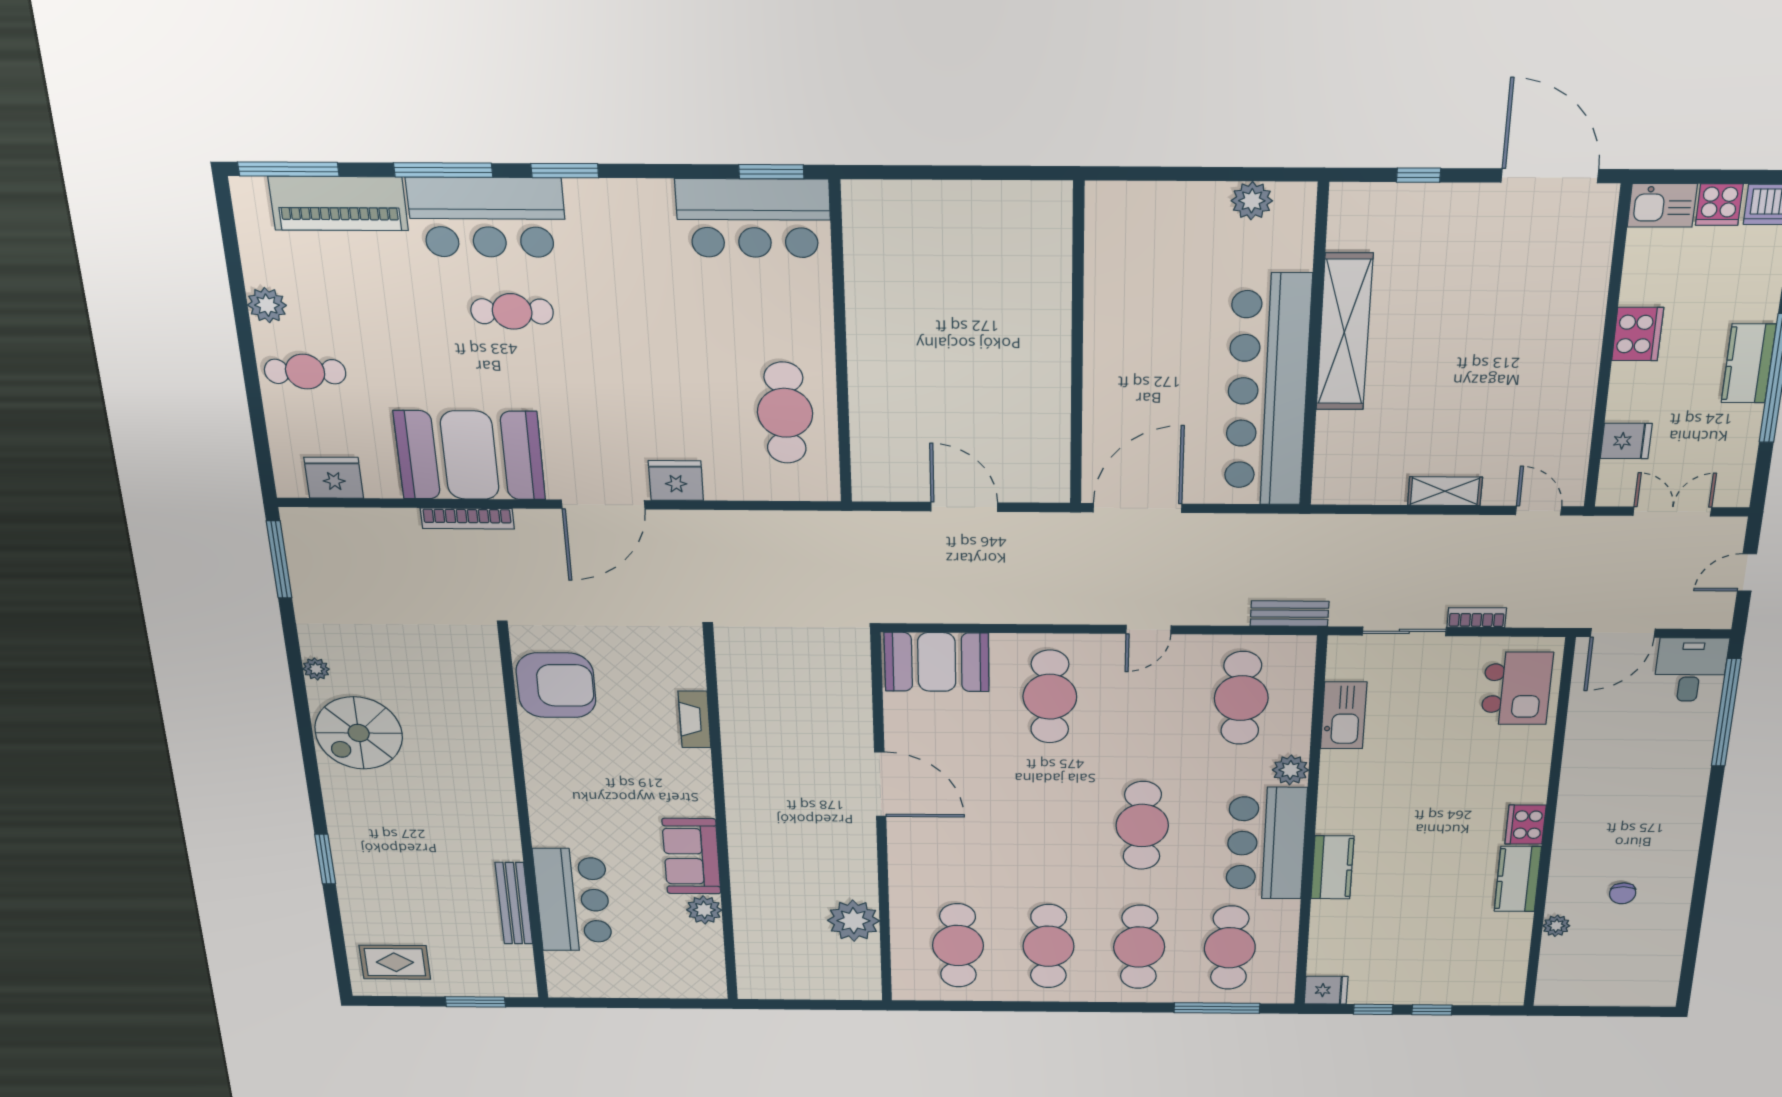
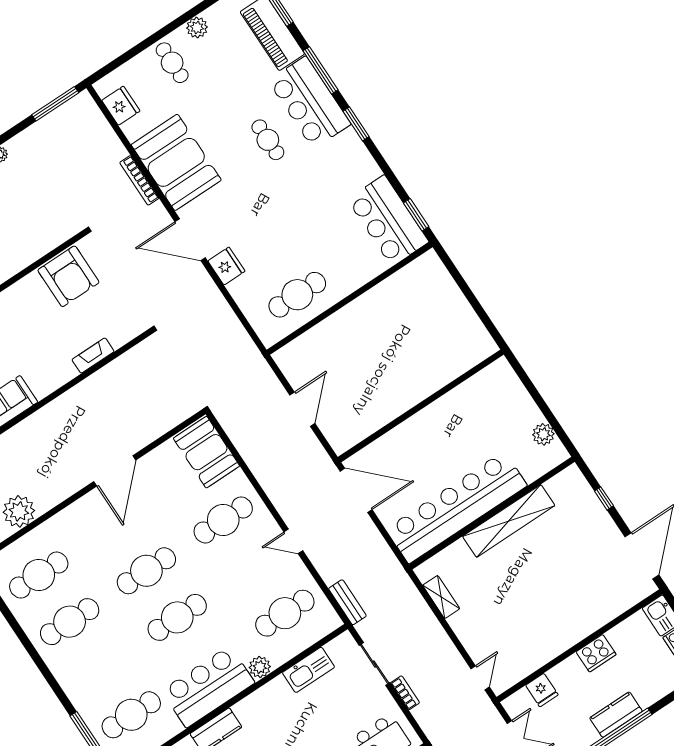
shelving: (1445, 491) -> (441, 597), moved
cafe table: (1139, 947) -> (146, 571), moved

